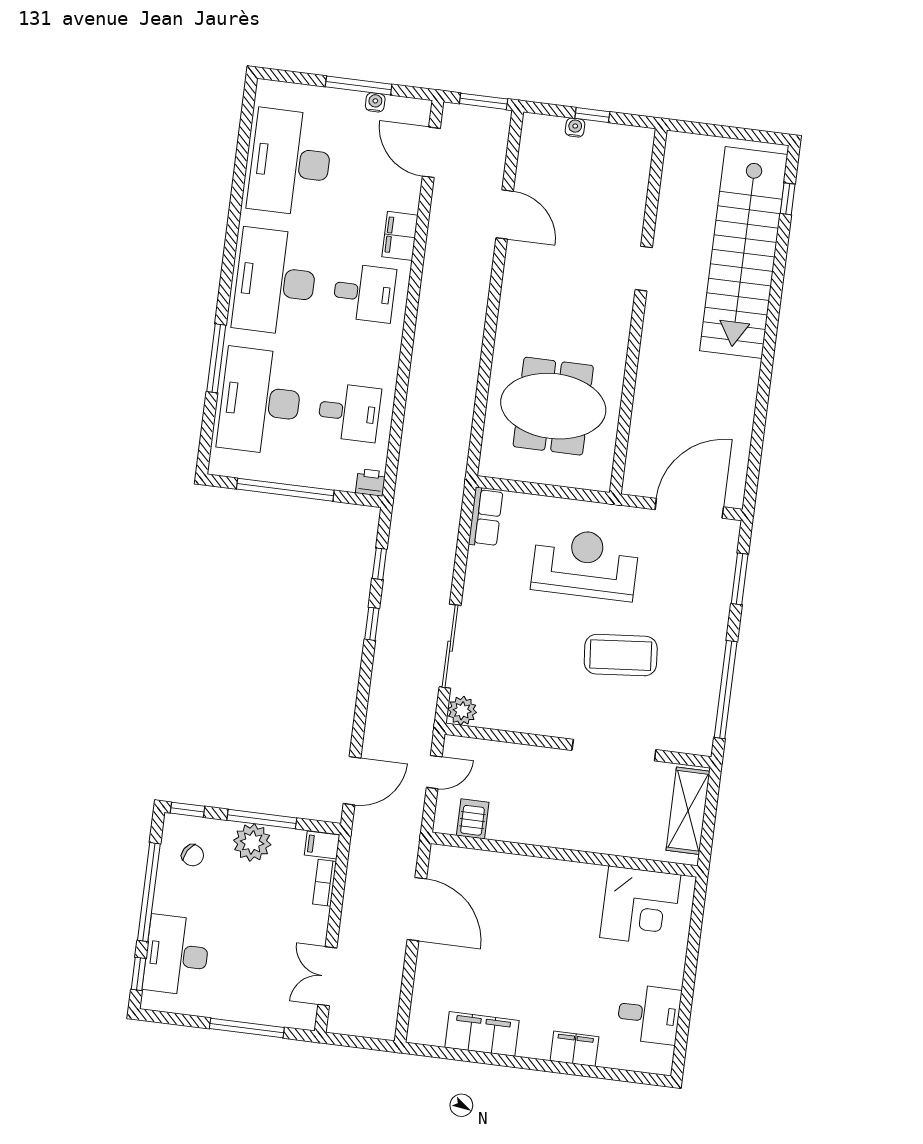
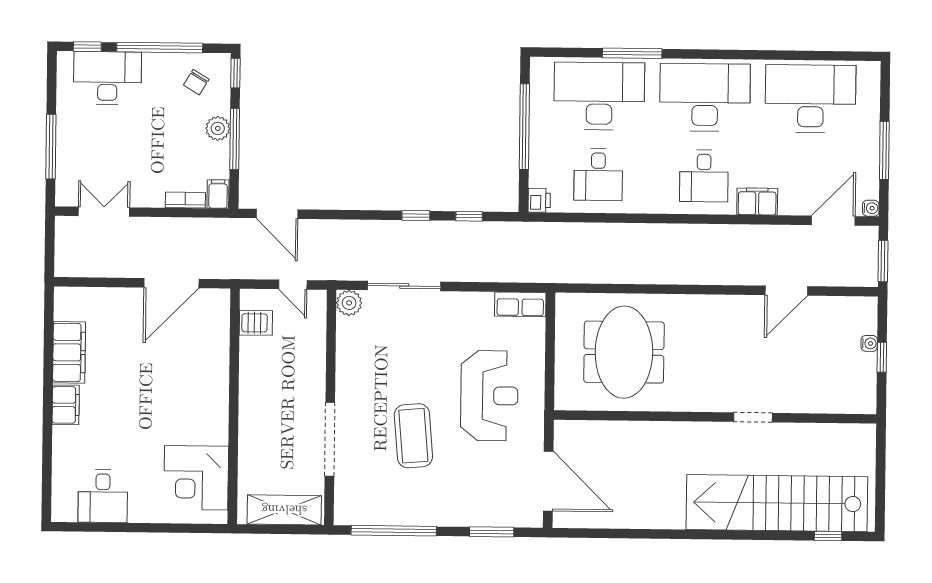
water cooler: (375, 102) -> (871, 208), moved
plant: (252, 842) -> (218, 128), width x0.73, depth x0.73
filing cabinet: (574, 1049) -> (66, 405), moved

